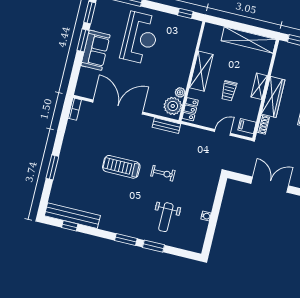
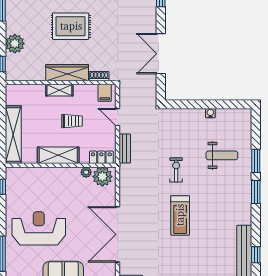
shelving: (249, 40) -> (13, 135), moved
bench: (166, 126) -> (125, 149), moved

